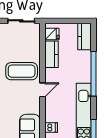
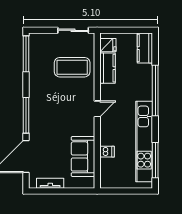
coffee table: (22, 71) -> (72, 67), moved

